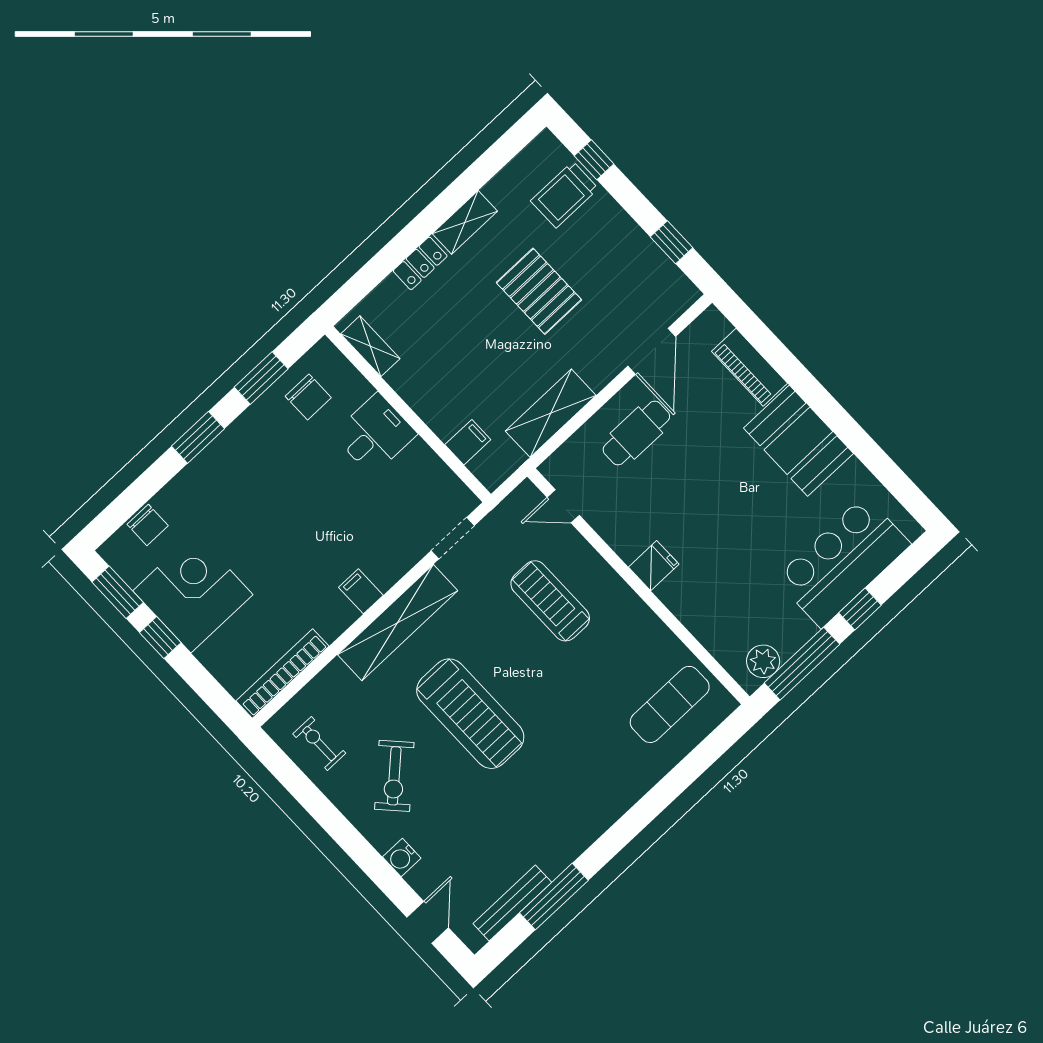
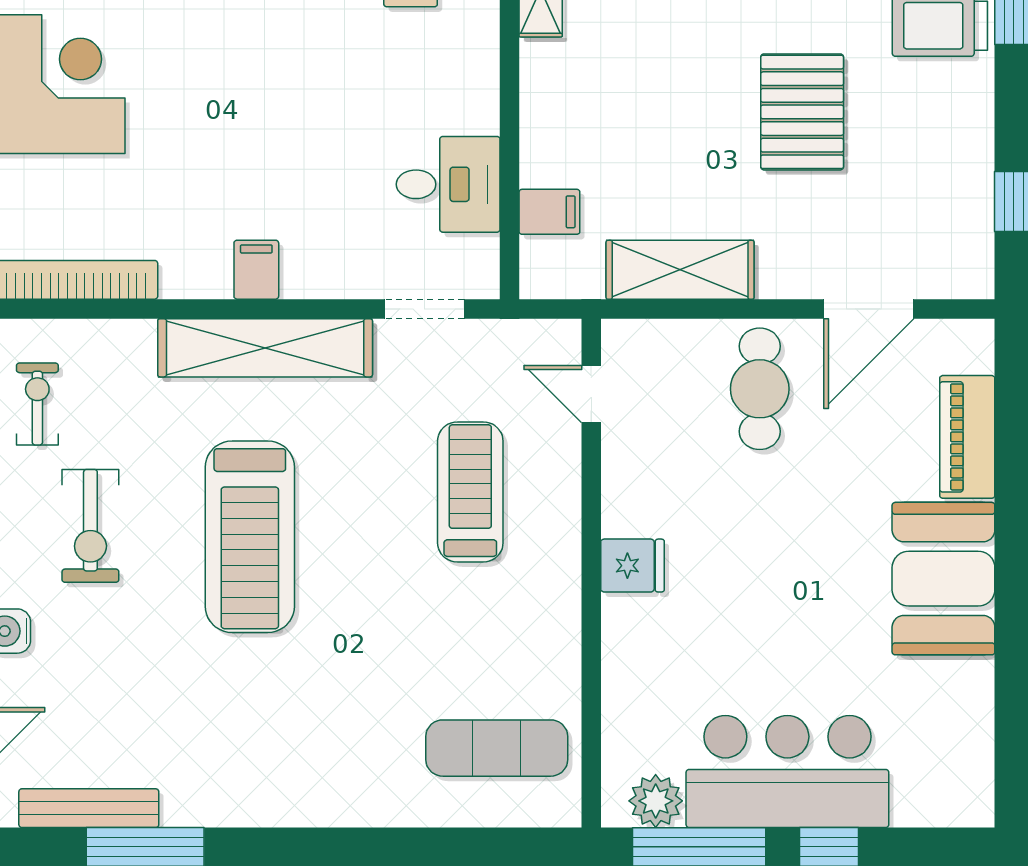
cafe table: (636, 433) -> (760, 389), turned 90
desk: (375, 434) -> (448, 184), moved
bar counter: (843, 562) -> (787, 772), moved
exercise bike: (394, 776) -> (90, 526), turned -47

